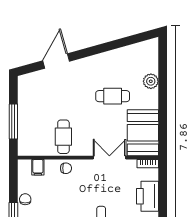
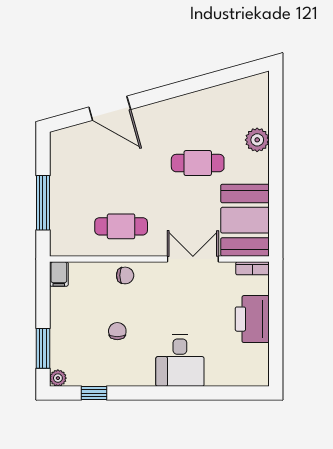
door: (56, 61) -> (110, 108), swing flipped
cafe table: (63, 137) -> (121, 226), turned 90
filing cabinet: (38, 167) -> (59, 274), moved
chair: (25, 199) -> (117, 331), moved

